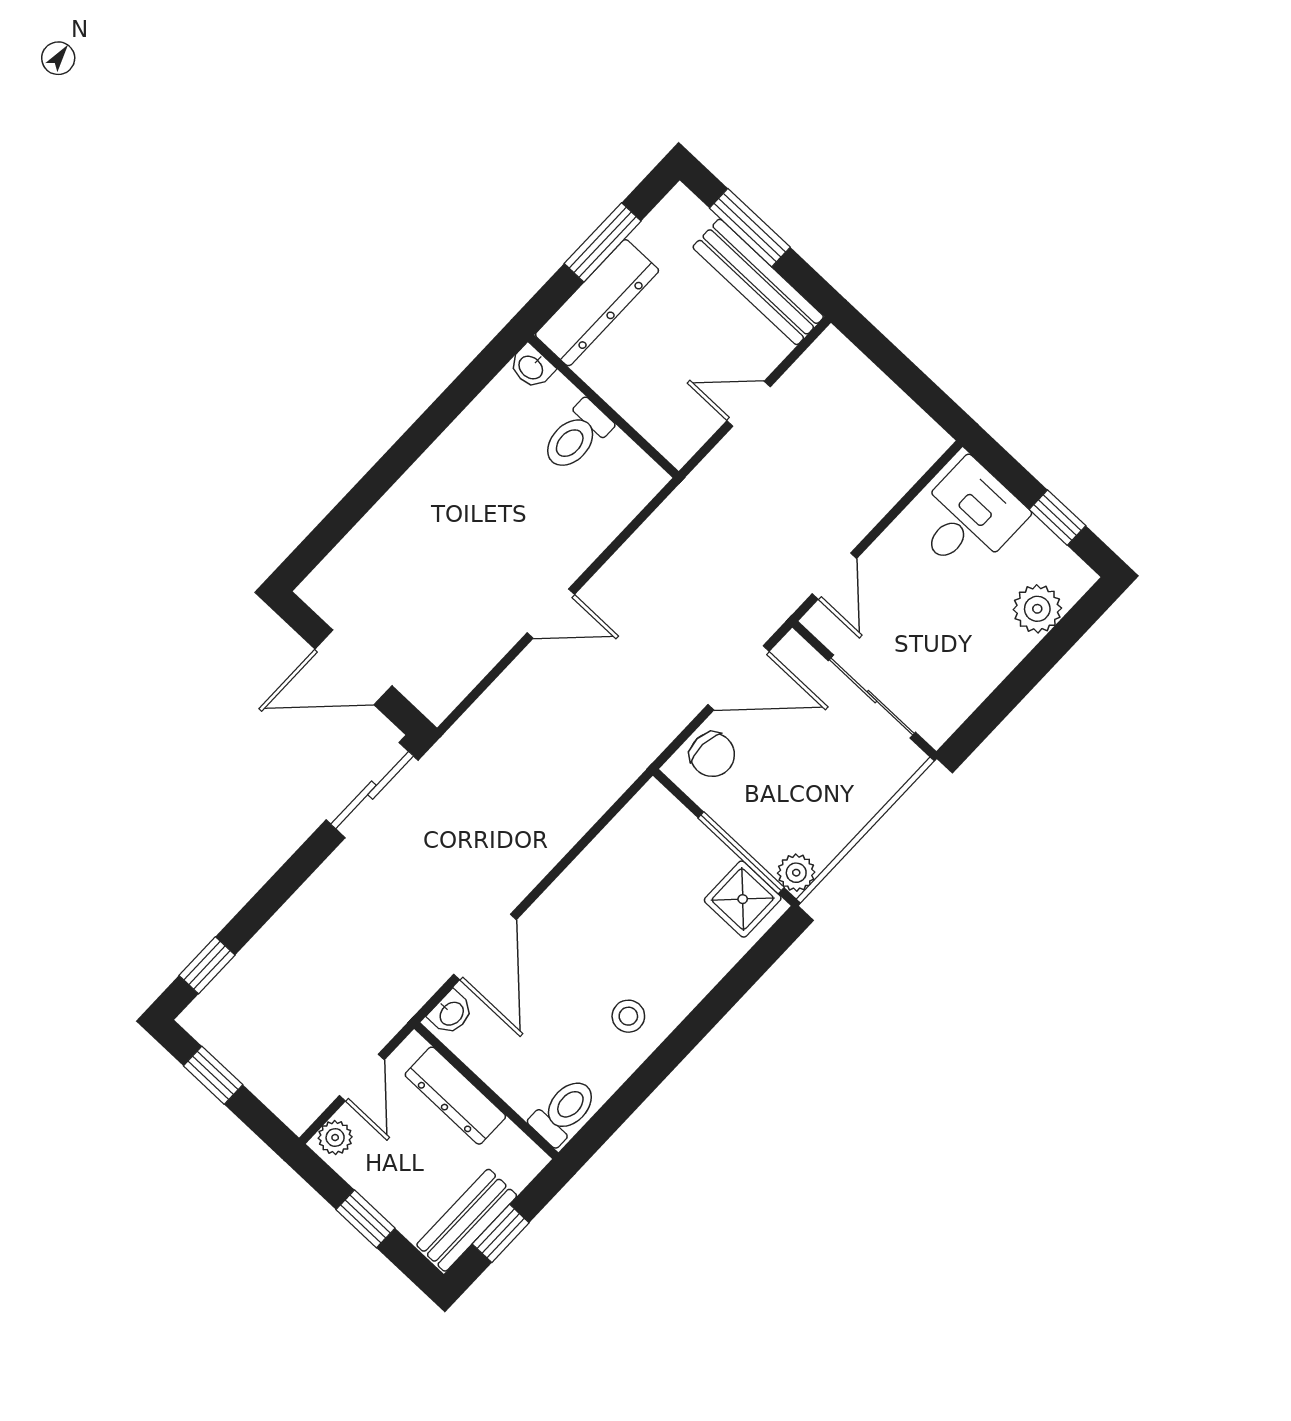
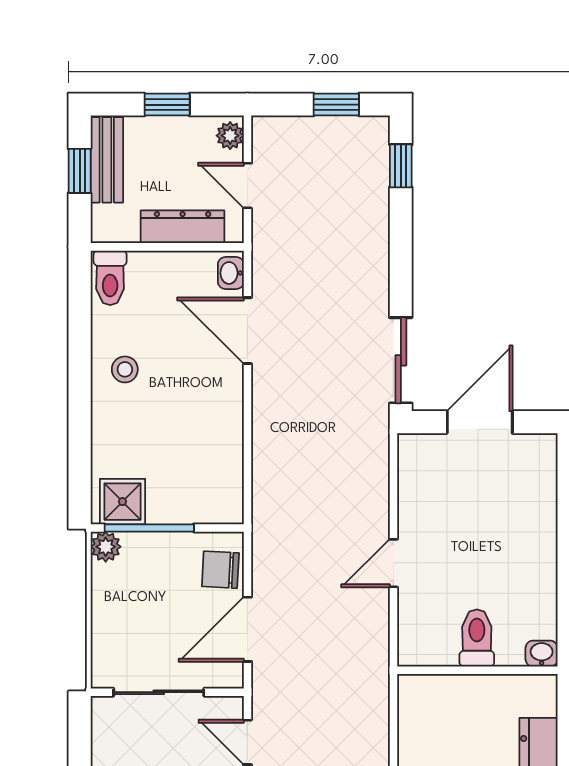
washbasin: (531, 367) -> (542, 654), moved
wall: (603, 406) -> (477, 670), moved
toilet: (576, 436) -> (477, 638), moved

